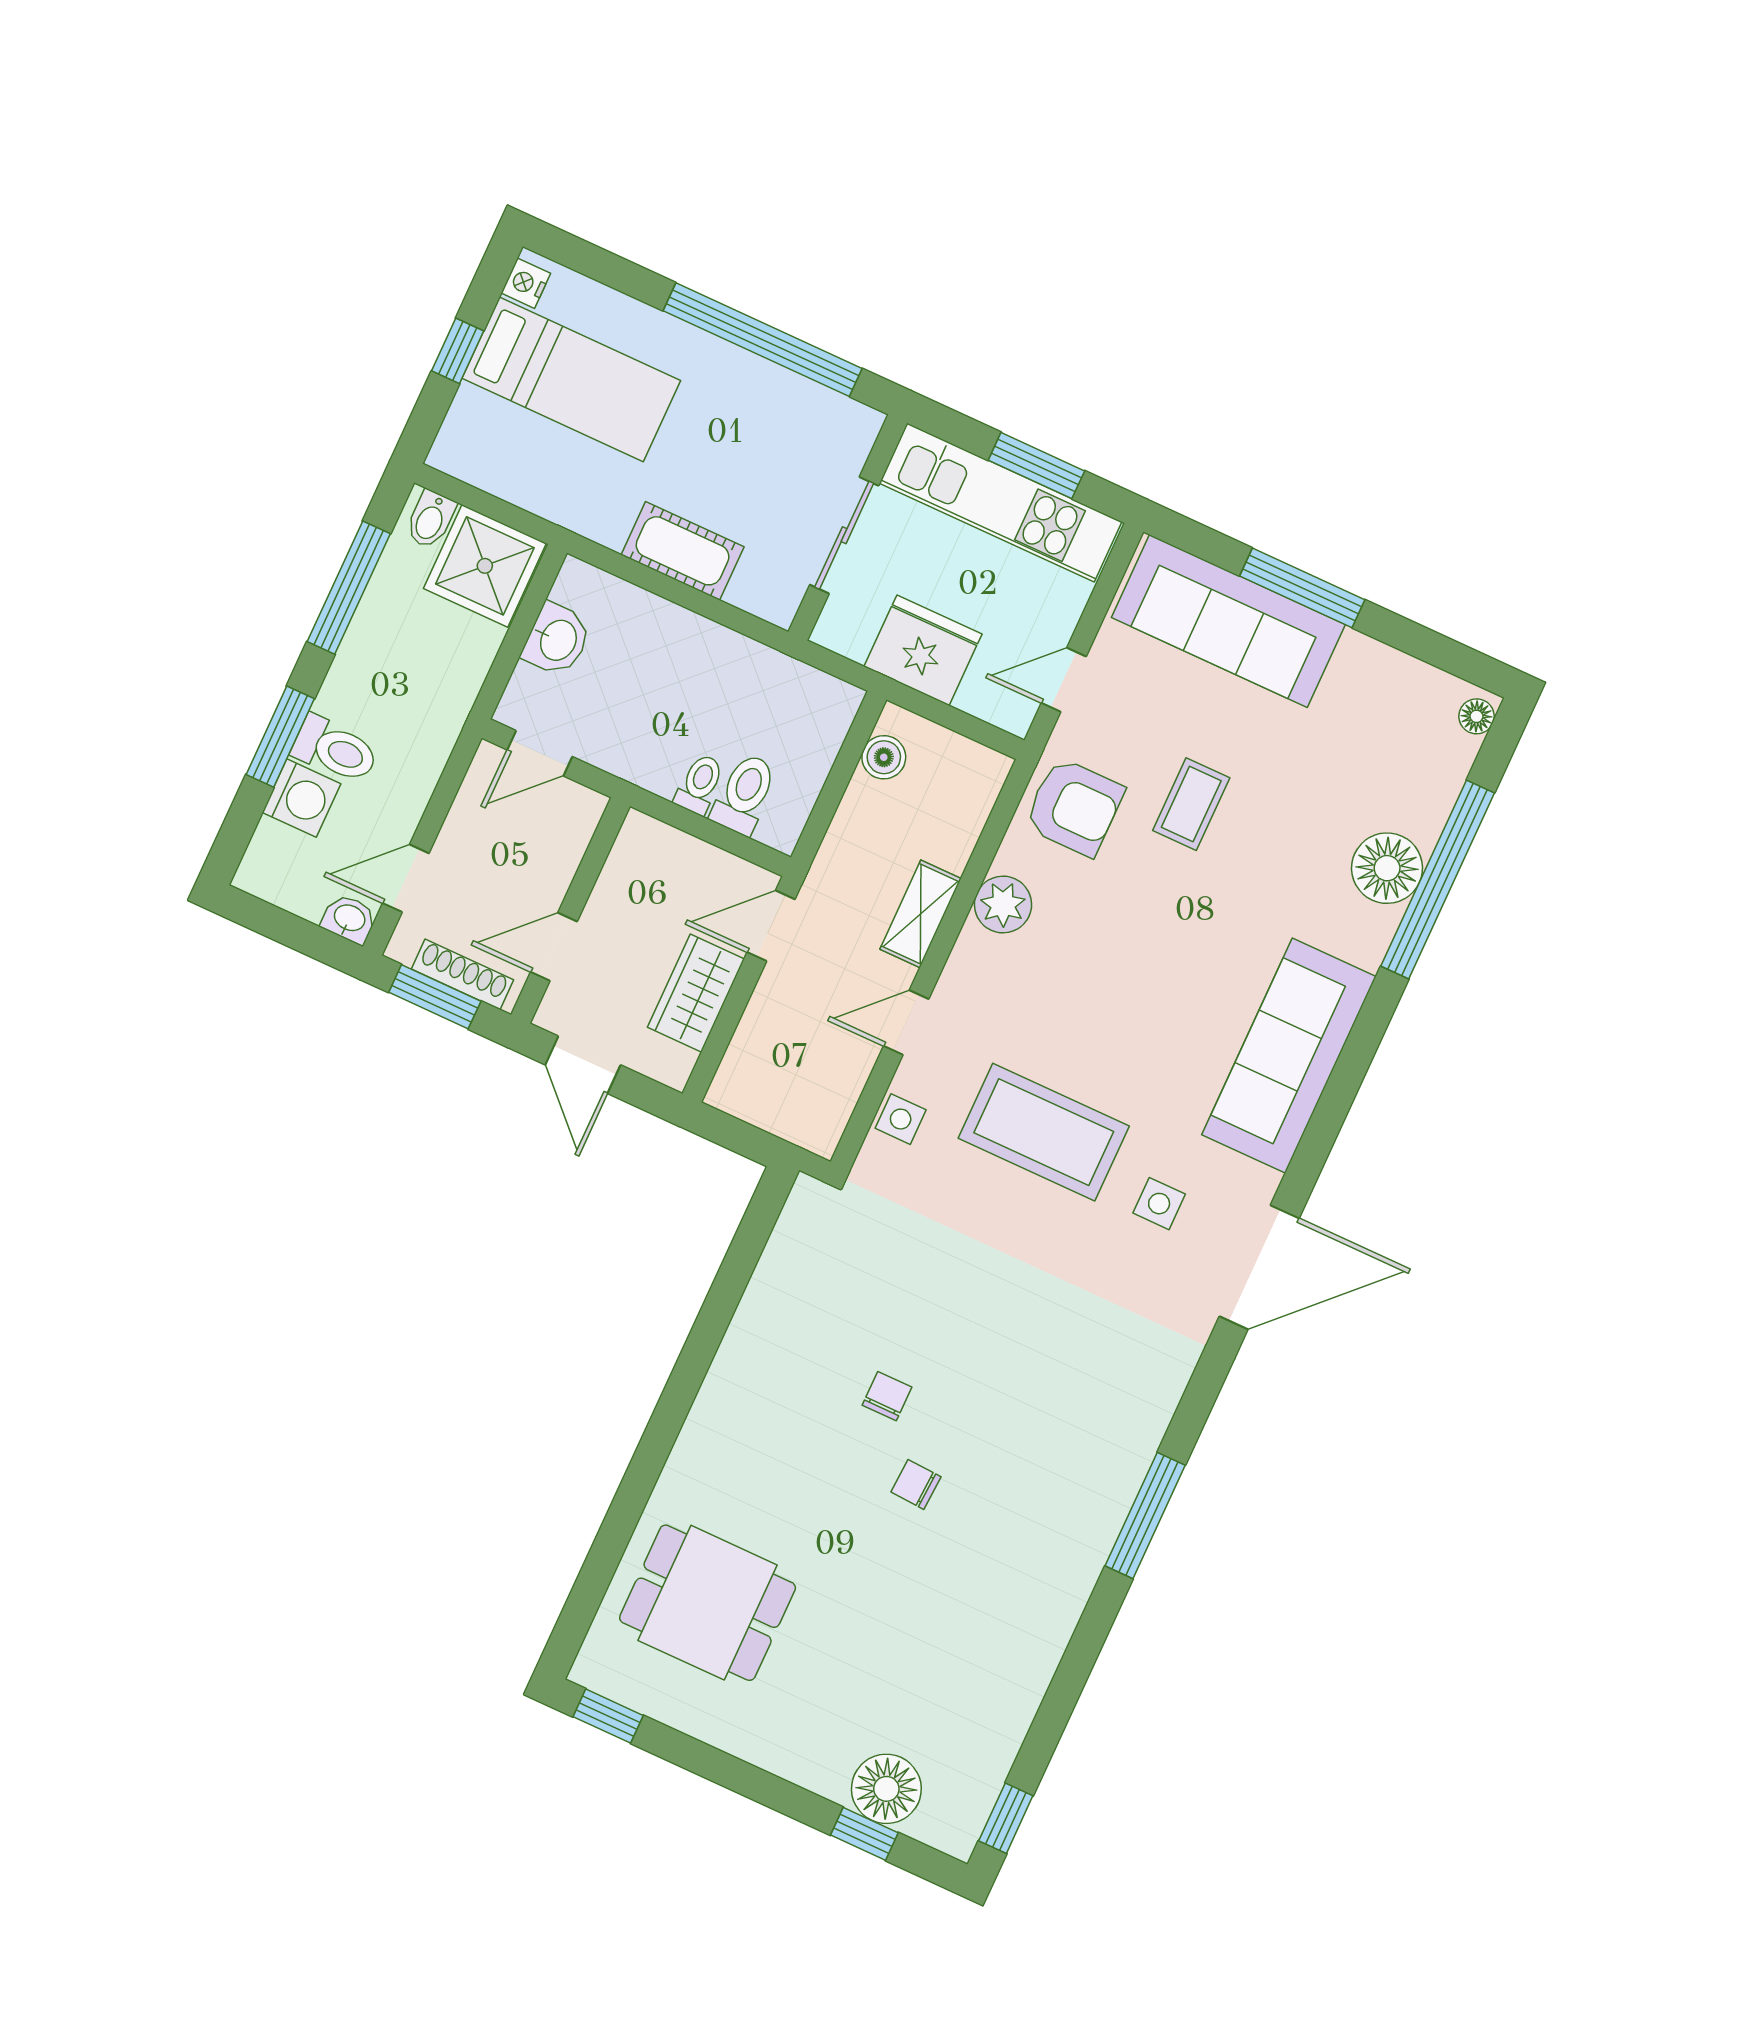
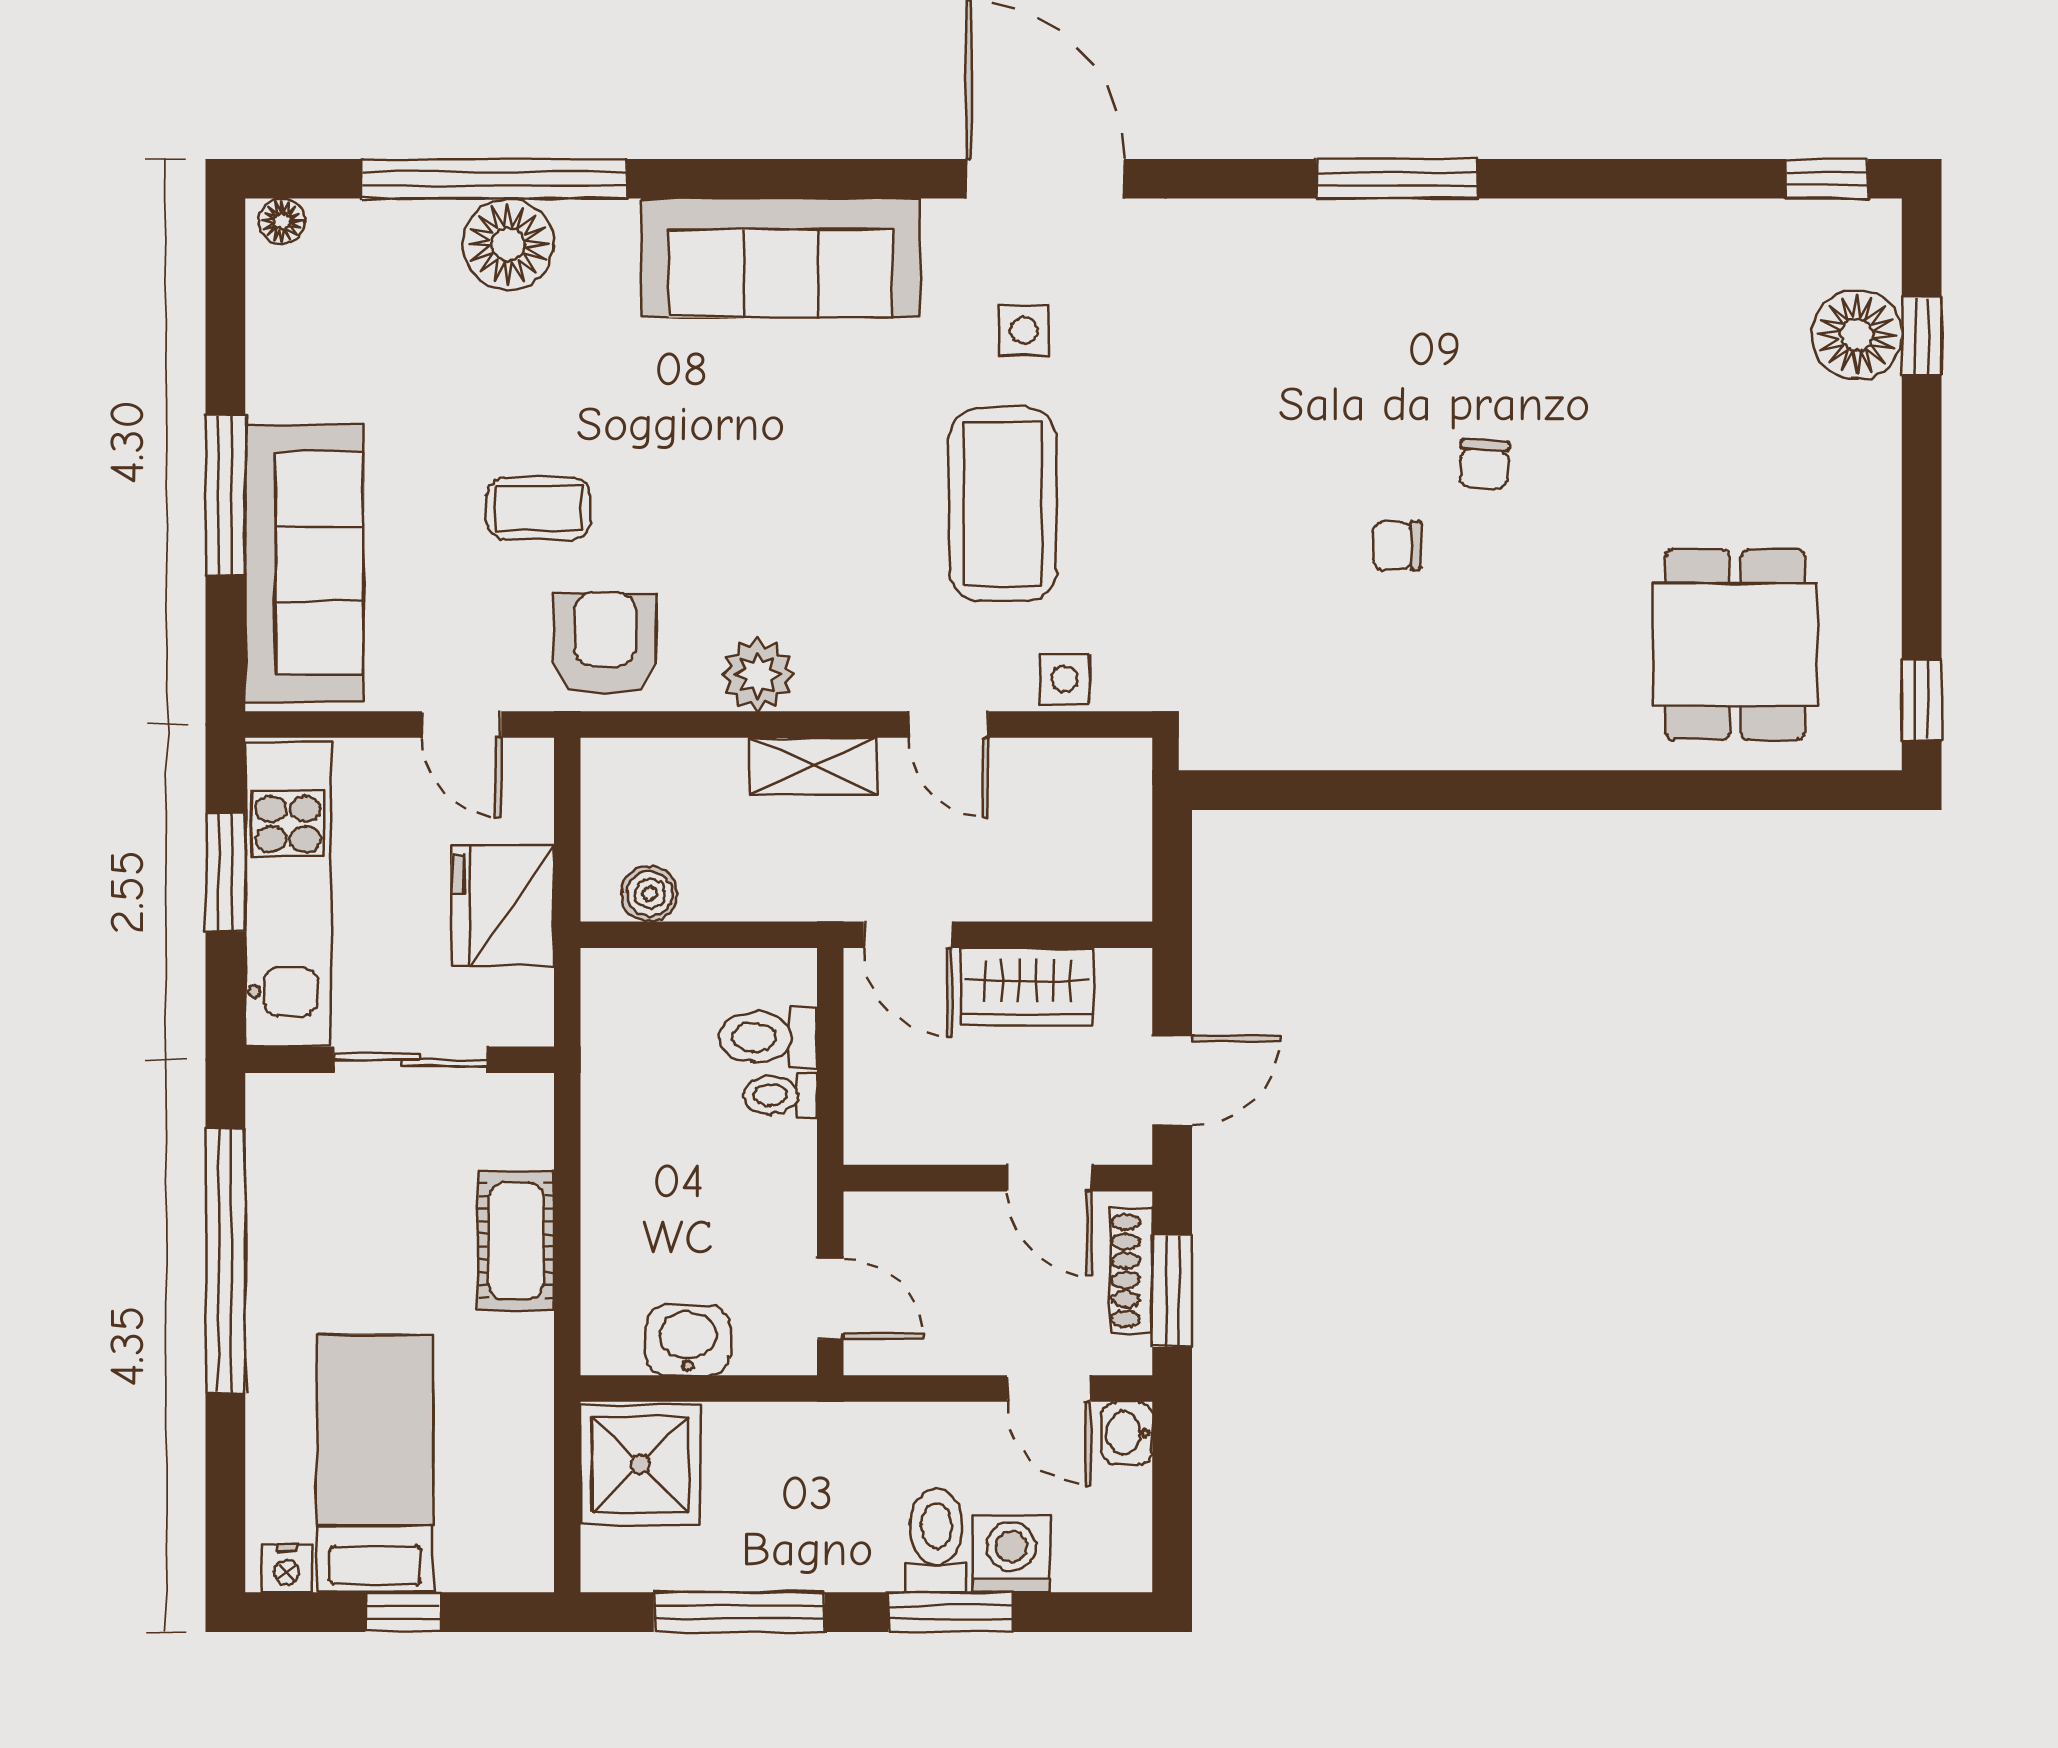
bidet: (431, 519) -> (615, 1553), removed

